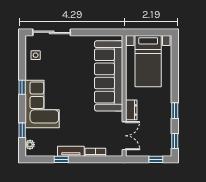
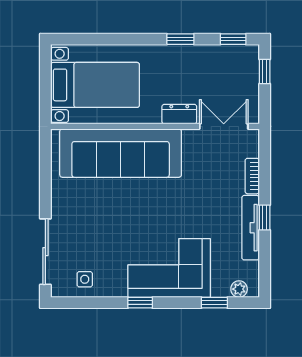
tv unit: (71, 151) -> (251, 228), width x1.41
window: (61, 159) -> (265, 218), moved

